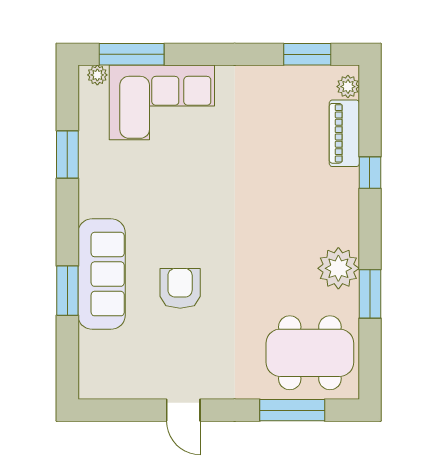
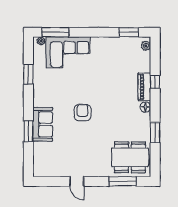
piano: (344, 133) -> (144, 87), moved
floor lamp: (347, 233) -> (145, 107), added
plant: (338, 268) -> (142, 122), removed
sofa: (102, 274) -> (43, 124), width x0.73
armchair: (180, 288) -> (83, 113), moved

